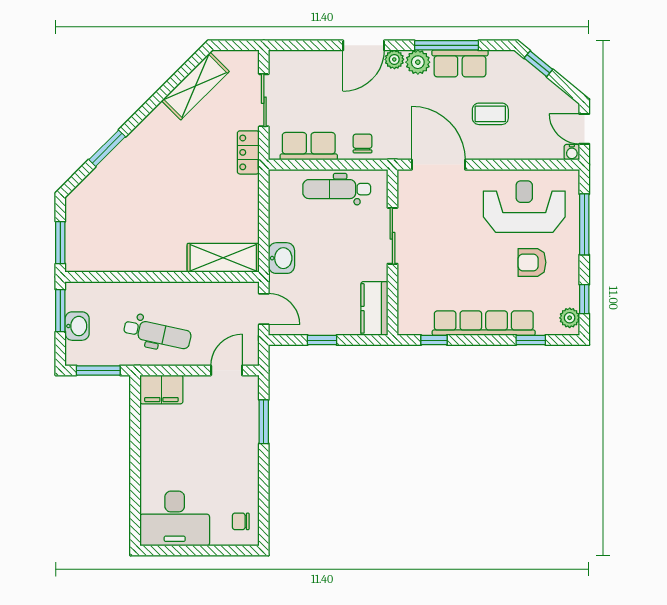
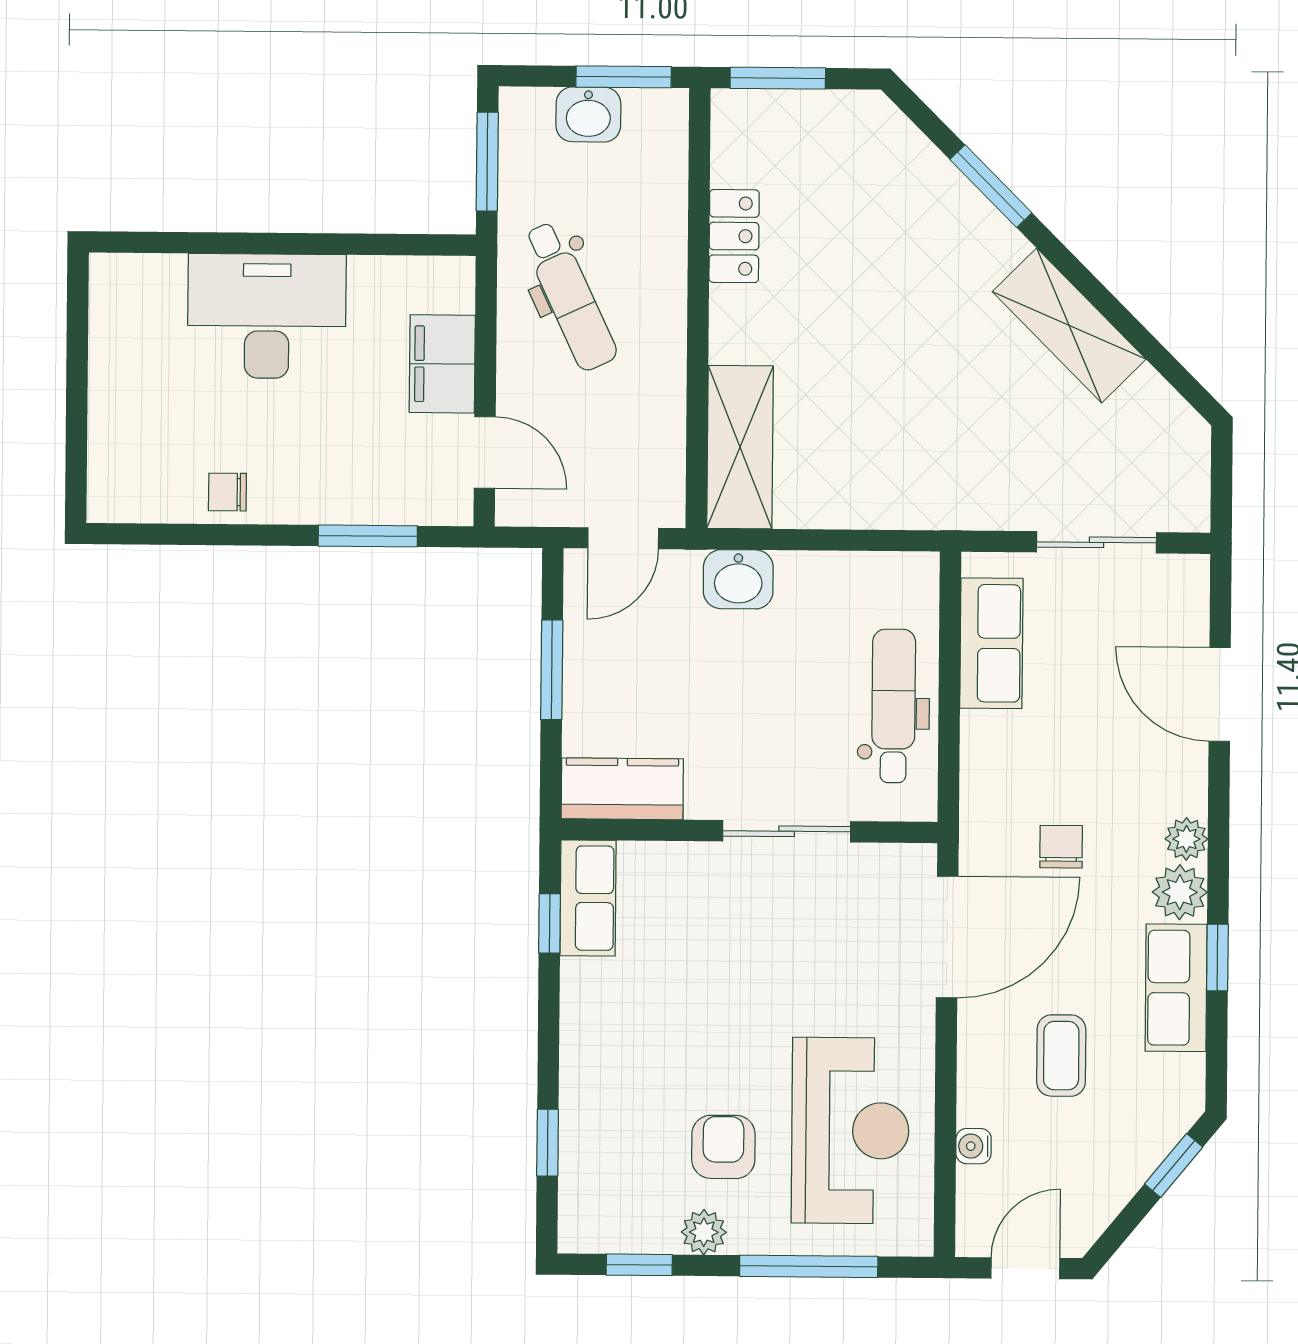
door: (364, 45) -> (1220, 694), moved
window: (447, 45) -> (1217, 958), width x0.46
shelving: (195, 86) -> (1069, 325), moved
chair: (363, 144) -> (1061, 847), moved, turned -90
locker: (248, 152) -> (734, 236), moved, turned 90
water cooler: (572, 152) -> (974, 1146), moved
plant: (570, 318) -> (704, 1232), moved
row of seats: (484, 323) -> (588, 898), moved, width x0.50
dental chair: (157, 334) -> (570, 296), turned -37
window: (322, 340) -> (552, 670), width x1.50
filing cabinet: (161, 389) -> (442, 364), moved
desk: (175, 519) -> (267, 316), moved, turned 90
chair: (241, 521) -> (227, 492), moved, turned -90

